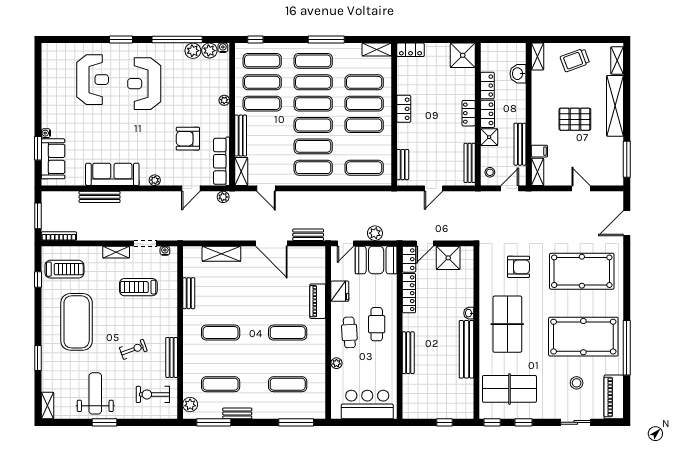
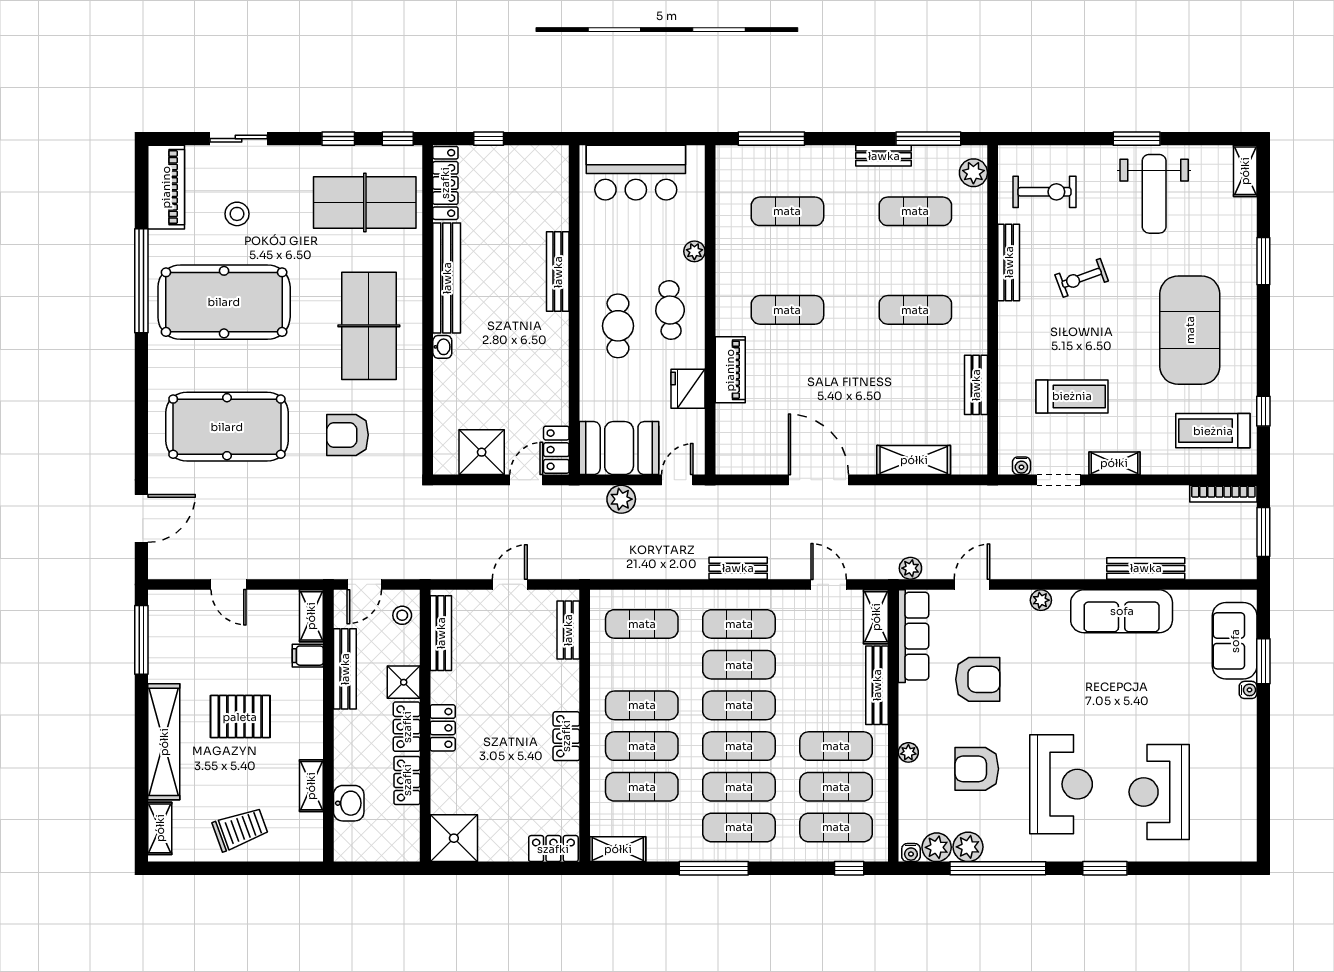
shelving: (538, 57) -> (311, 786), moved
armchair: (188, 92) -> (977, 769), added
bench: (308, 235) -> (738, 568), moved
locker: (409, 293) -> (445, 183), moved, turned 180

